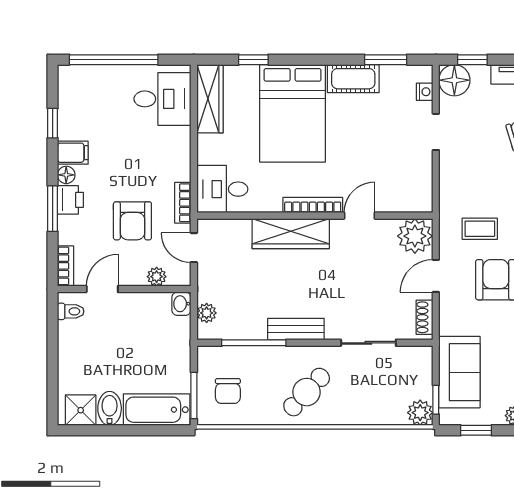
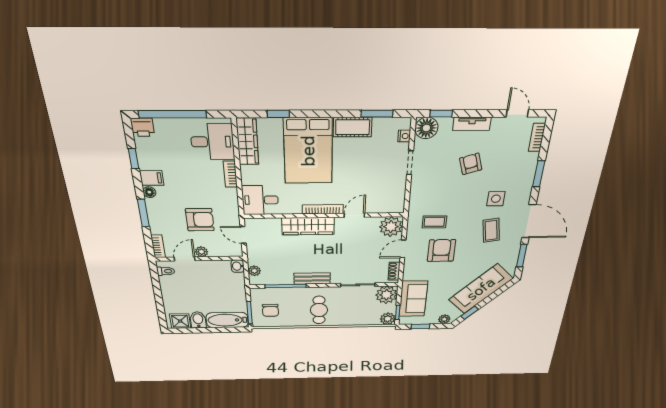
printer: (70, 200) -> (142, 127), moved, turned 90
bookcase: (183, 203) -> (230, 174), moved
armchair: (132, 221) -> (200, 220), turned -90
plant: (157, 277) -> (202, 252), moved
plant: (415, 363) -> (386, 295), added
cafe table: (307, 392) -> (319, 310), turned -43

